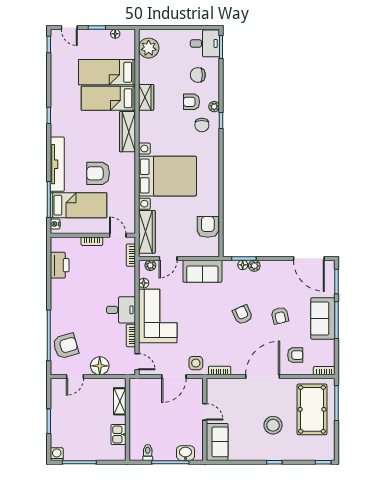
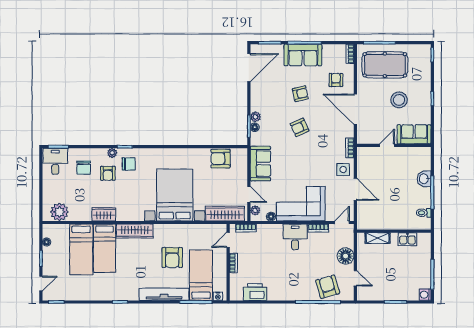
door: (205, 412) -> (387, 145), moved
wall: (205, 419) -> (394, 145), moved
sofa: (217, 442) -> (414, 134), moved

